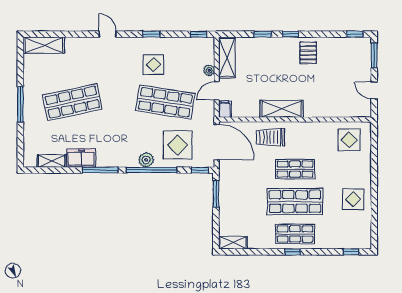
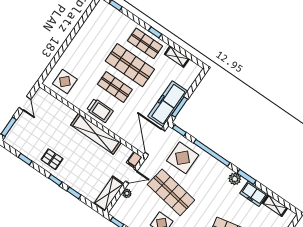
window: (355, 34) -> (25, 159), moved
pallet: (308, 53) -> (52, 159), turned 90
shelving: (282, 109) -> (96, 134), width x1.47
trolley: (270, 137) -> (100, 110), moved
plant: (146, 160) -> (235, 179), moved
window: (100, 170) -> (247, 177), width x0.69
freezer: (230, 189) -> (168, 104), added
display table: (353, 199) -> (90, 40), removed
shelving: (233, 243) -> (177, 57), moved

